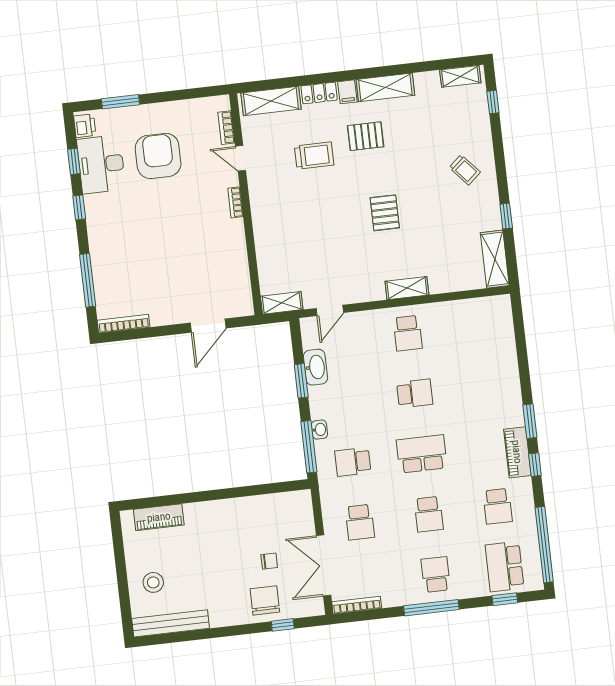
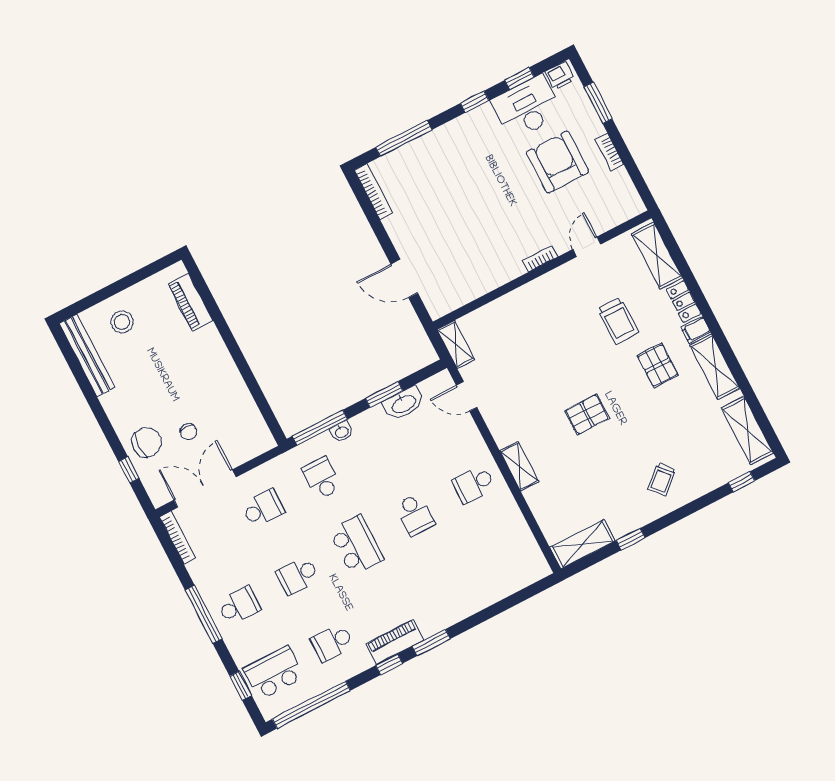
shelving: (460, 76) -> (747, 431), width x1.50, depth x1.33
bookcase: (226, 128) -> (609, 152), moved, turned -90
armchair: (158, 156) -> (557, 162), turned -90
school desk: (360, 522) -> (263, 509), turned 180

